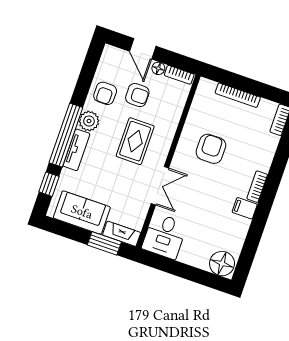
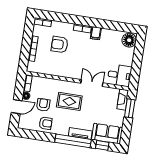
plant: (89, 121) -> (63, 129), removed
armchair: (211, 149) -> (60, 45), moved
sofa: (82, 212) -> (107, 134), moved, turned 90

